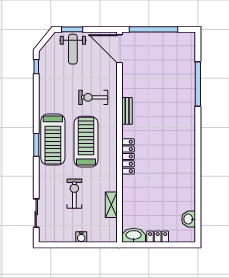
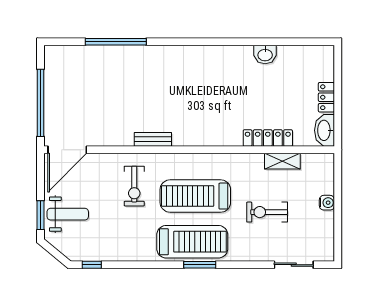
locker: (128, 156) -> (268, 138), moved
washbasin: (189, 219) -> (265, 55), moved

